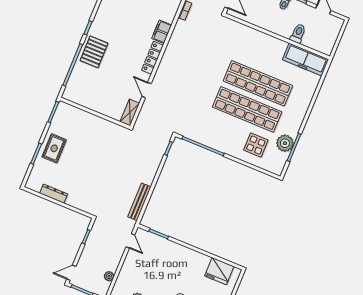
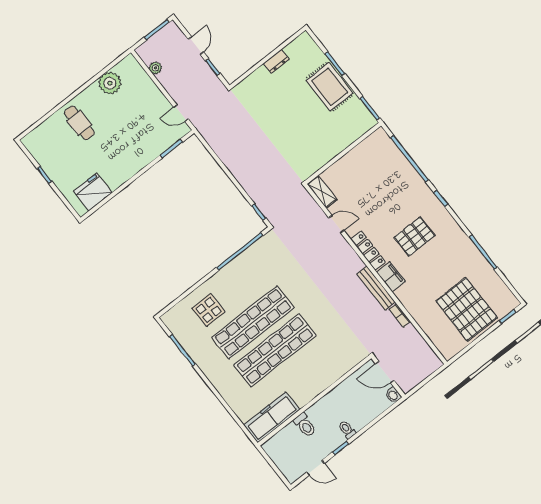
pallet: (94, 52) -> (414, 236), moved, turned 90
plant: (285, 143) -> (193, 343), removed
rug: (54, 148) -> (330, 87), width x1.36, depth x1.43
dresser: (54, 194) -> (276, 61), width x0.70
bench: (139, 202) -> (376, 288), moved
door: (71, 273) -> (196, 46), moved

